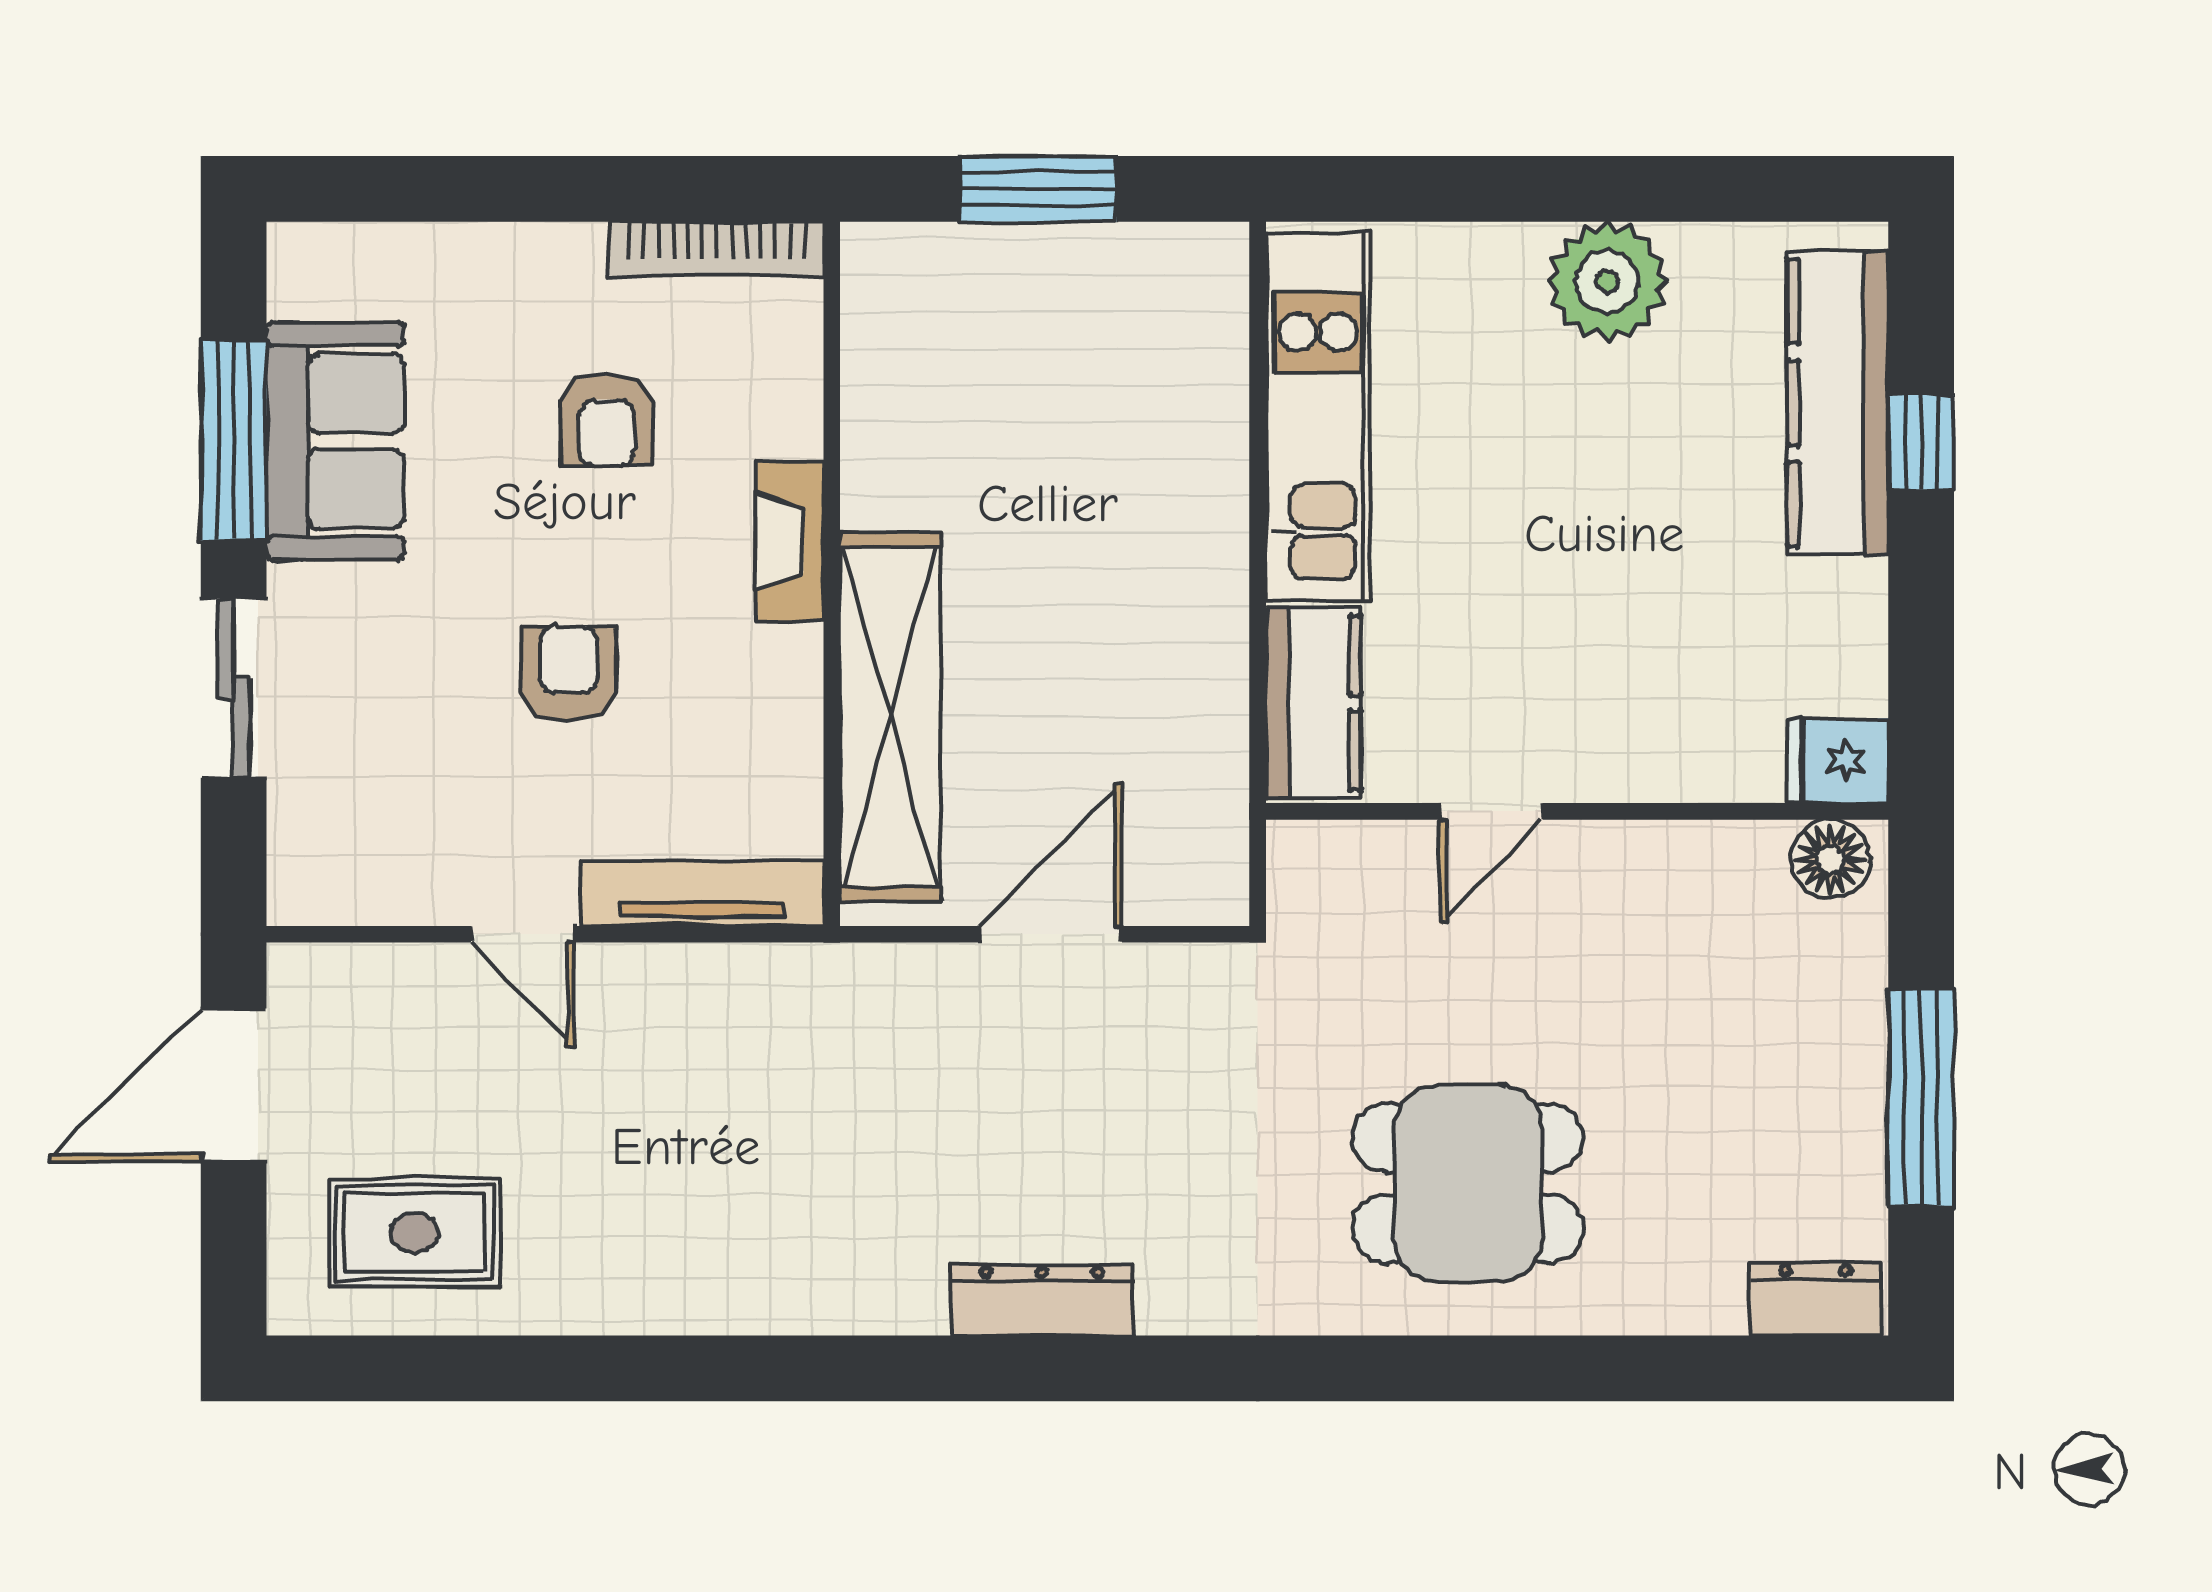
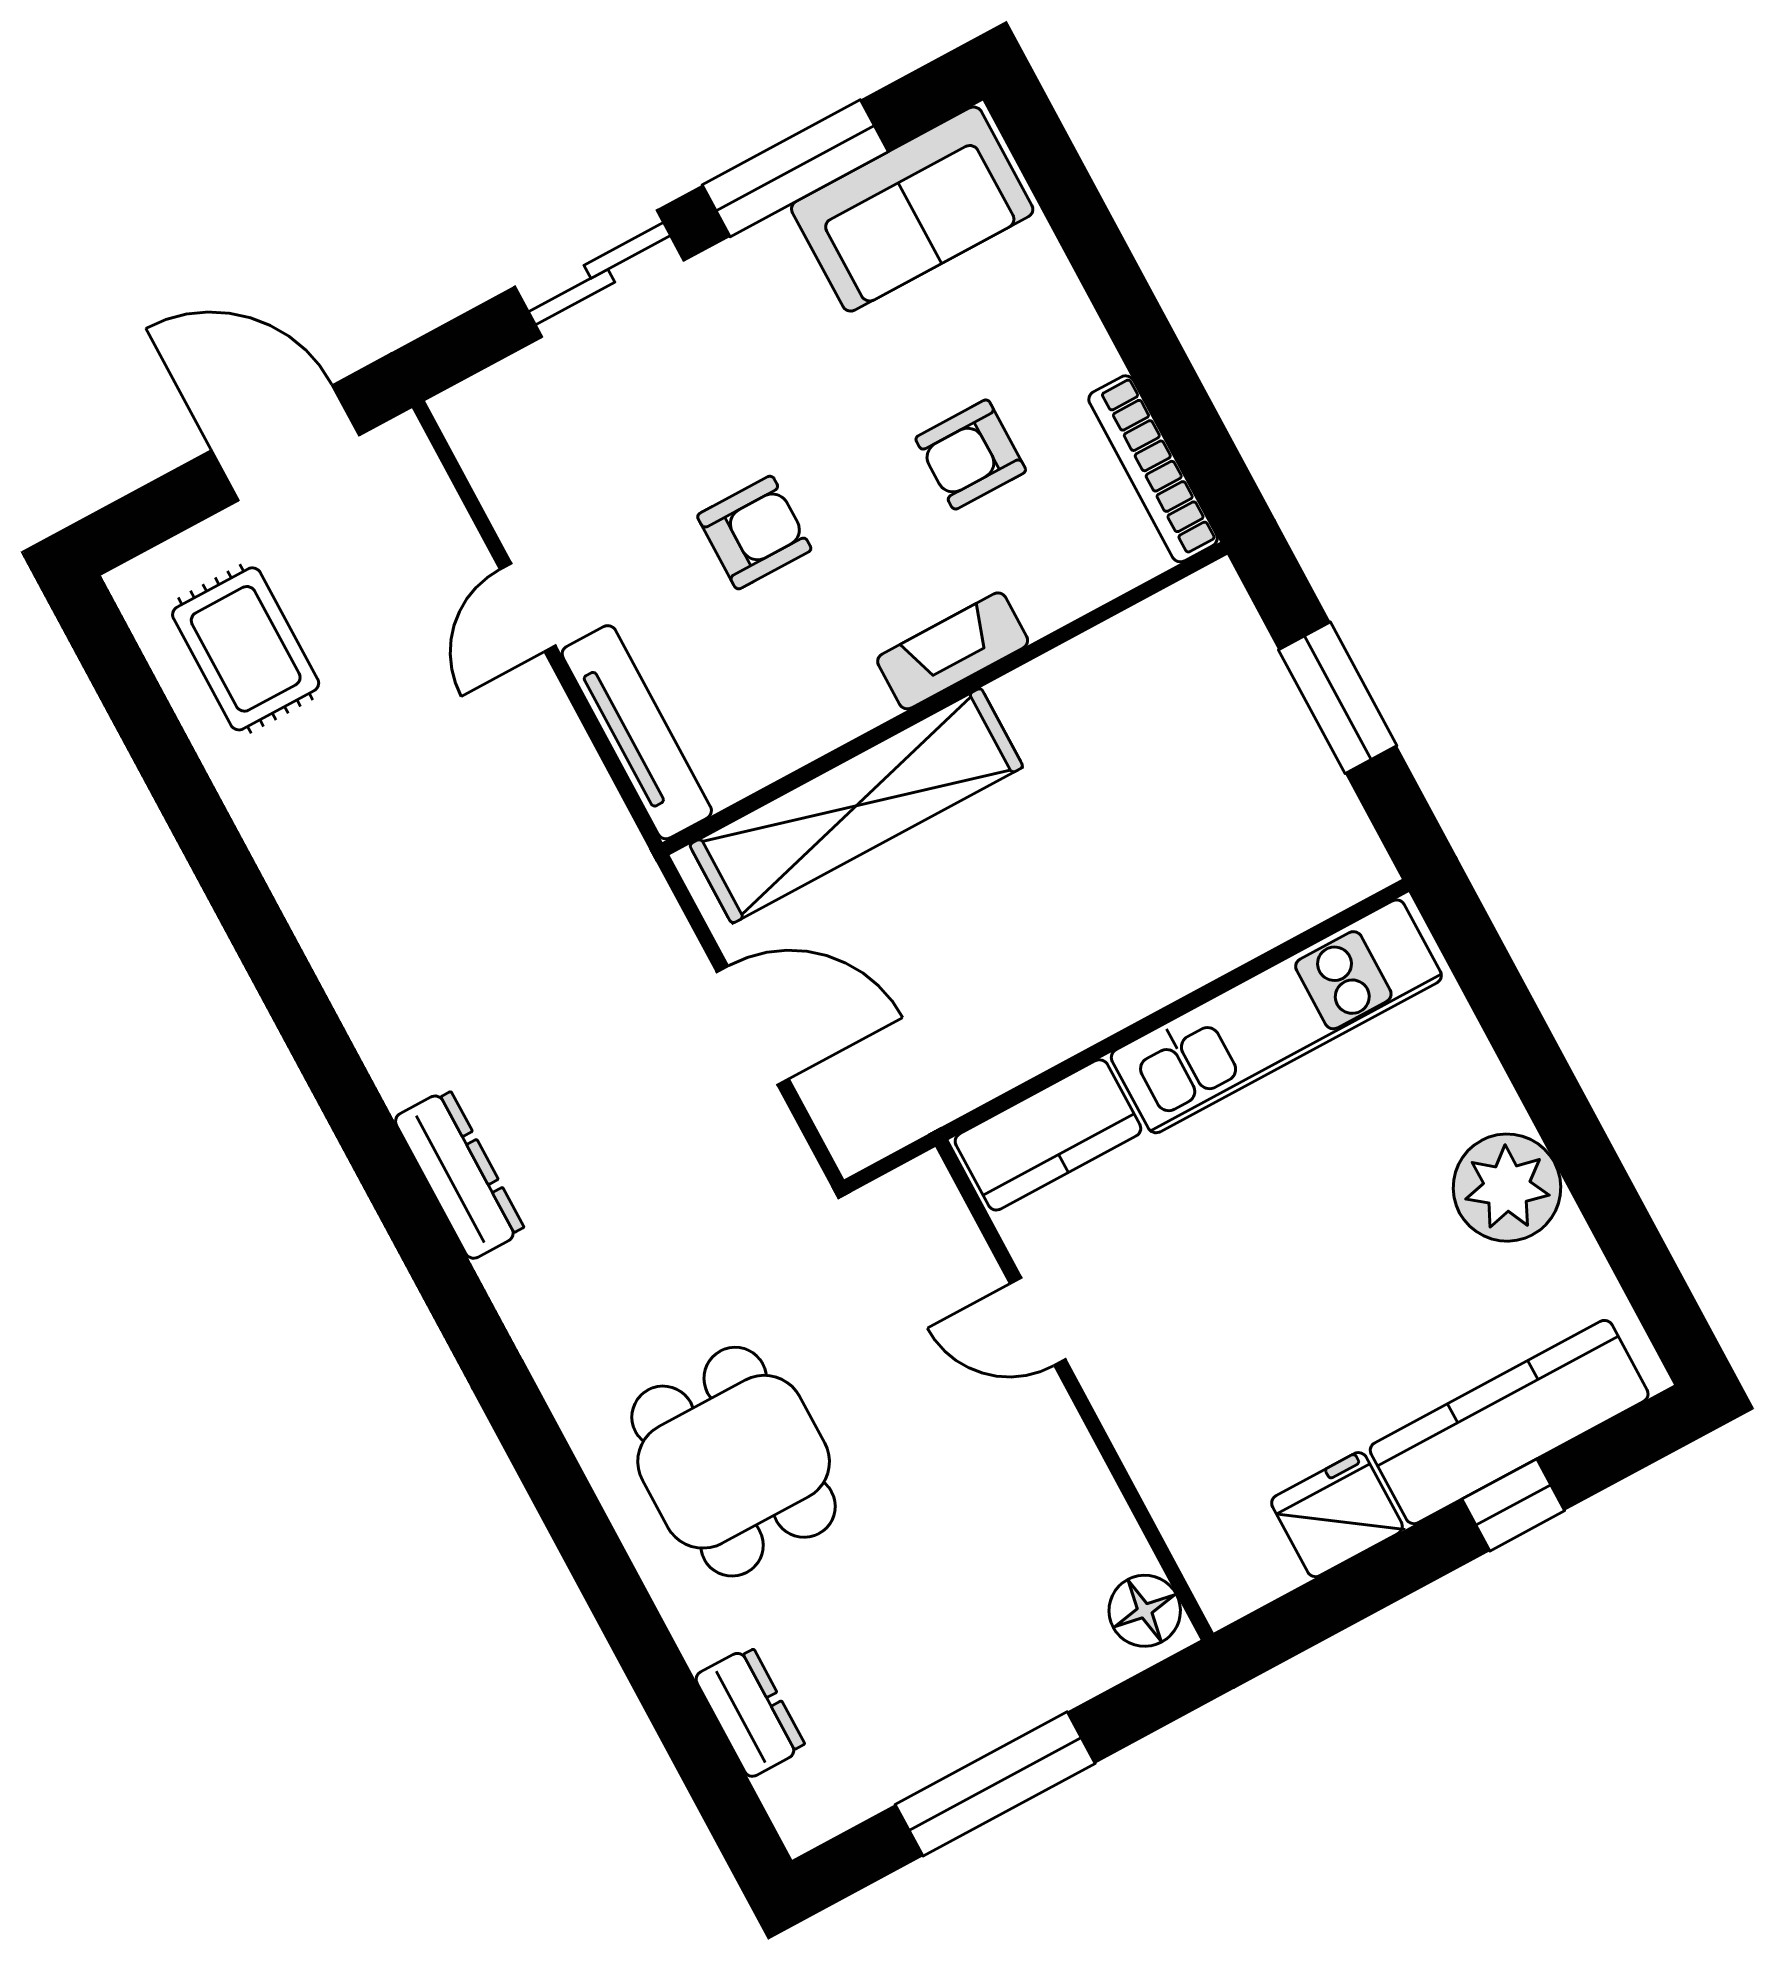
sofa: (335, 441) -> (912, 209), moved
fridge: (1838, 761) -> (1337, 1515), moved, width x1.38
dresser: (1816, 1299) -> (750, 1712), moved

